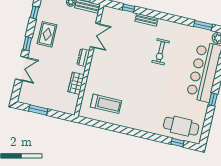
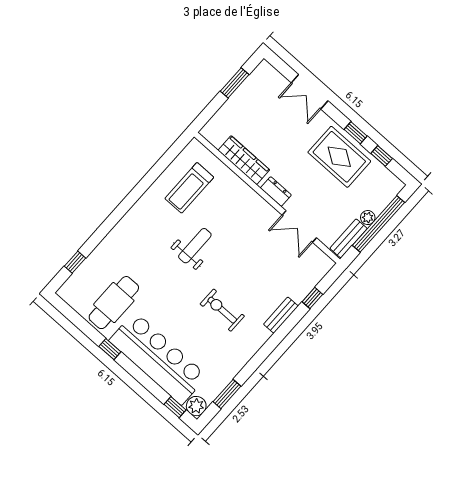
rug: (47, 34) -> (339, 157), width x1.36, depth x1.43
window: (27, 44) -> (356, 133), moved
wardrobe: (76, 83) -> (244, 160), width x1.50
weight bench: (135, 84) -> (195, 246), added
cafe table: (181, 126) -> (114, 303), moved

